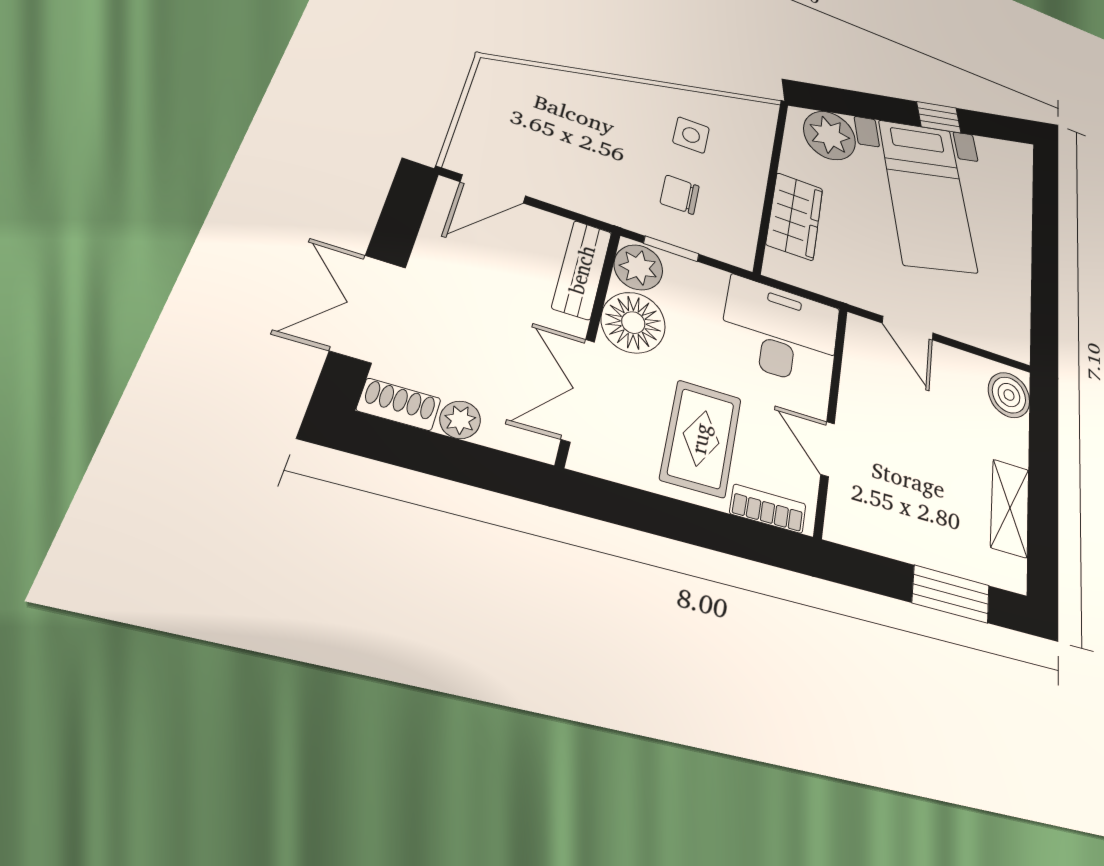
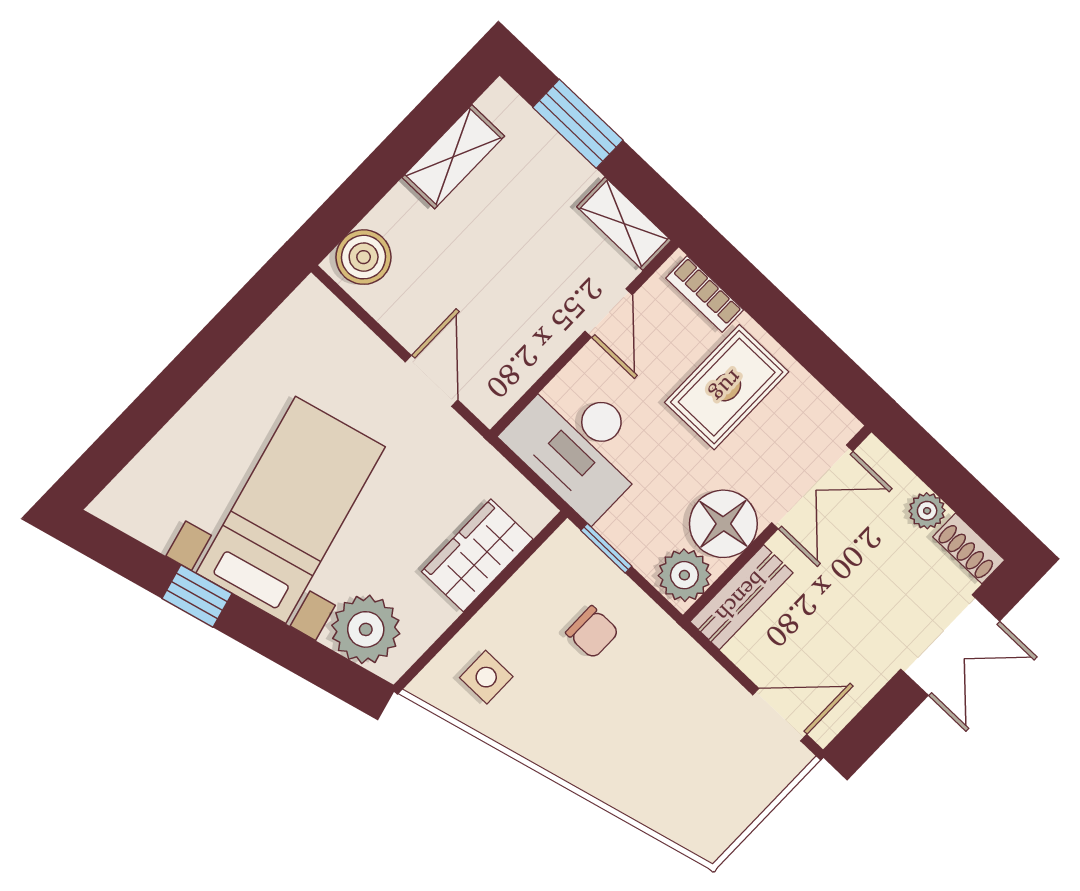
side table: (691, 135) -> (486, 677), moved
window: (671, 249) -> (606, 548), moved
shelving: (865, 531) -> (624, 224), added

